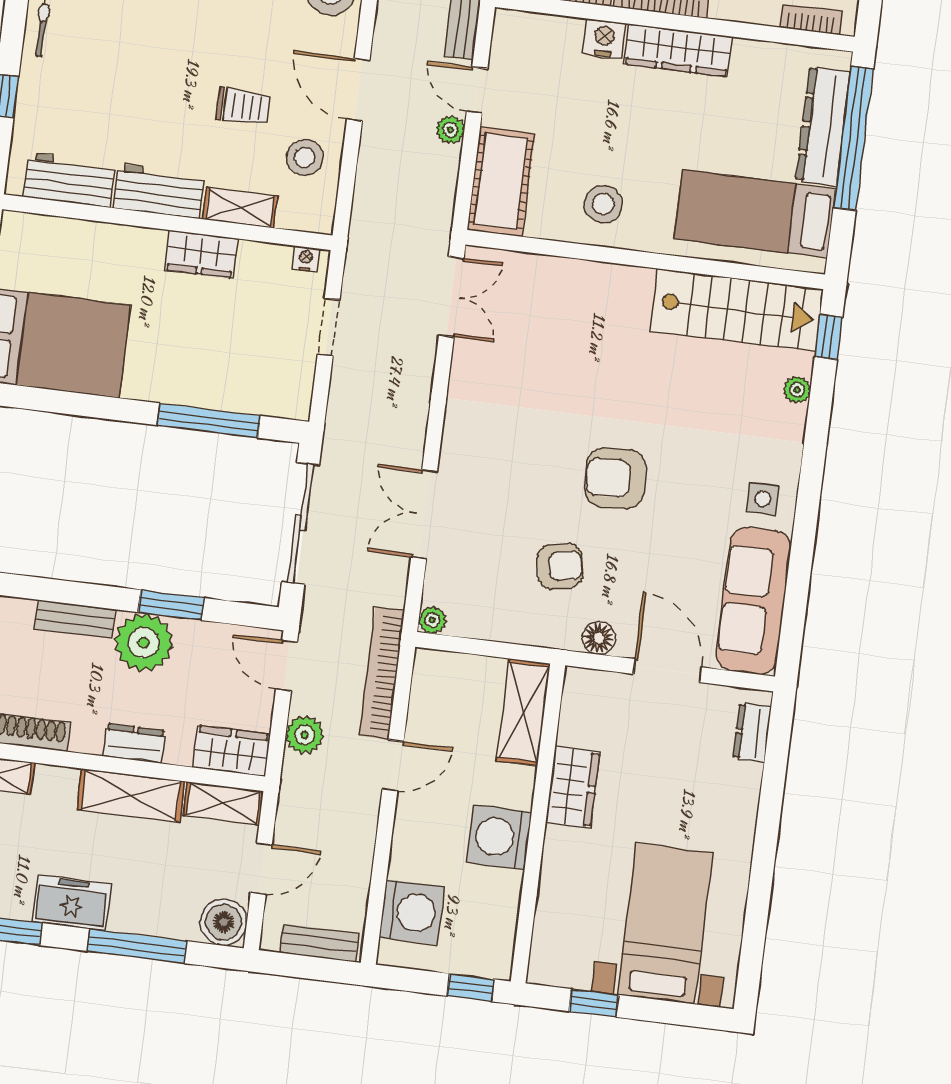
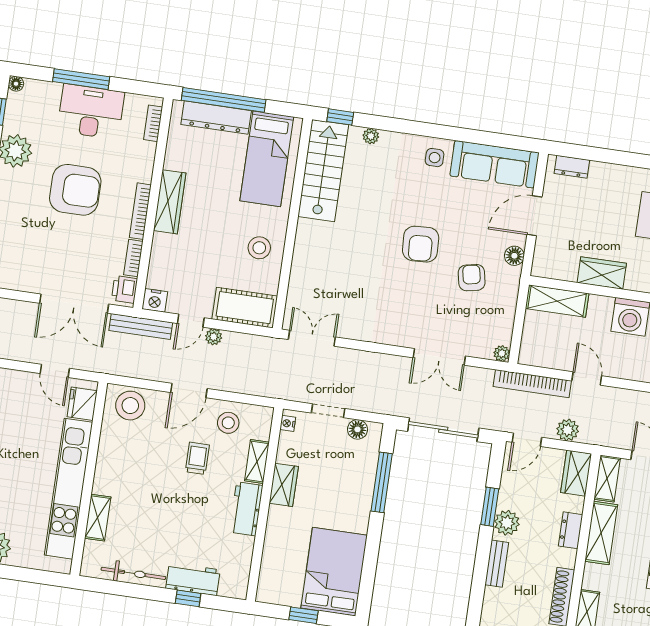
nightstand: (604, 39) -> (155, 300), moved, turned -90
workbench: (70, 180) -> (193, 579), moved, turned 90
floor lamp: (298, 378) -> (357, 429), added
plant: (144, 643) -> (507, 523), width x0.73, depth x0.73

